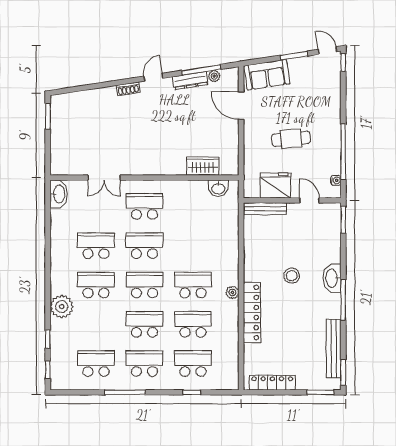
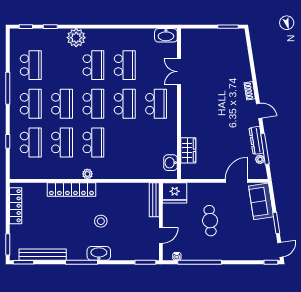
fridge: (275, 185) -> (175, 193), moved, turned 90

